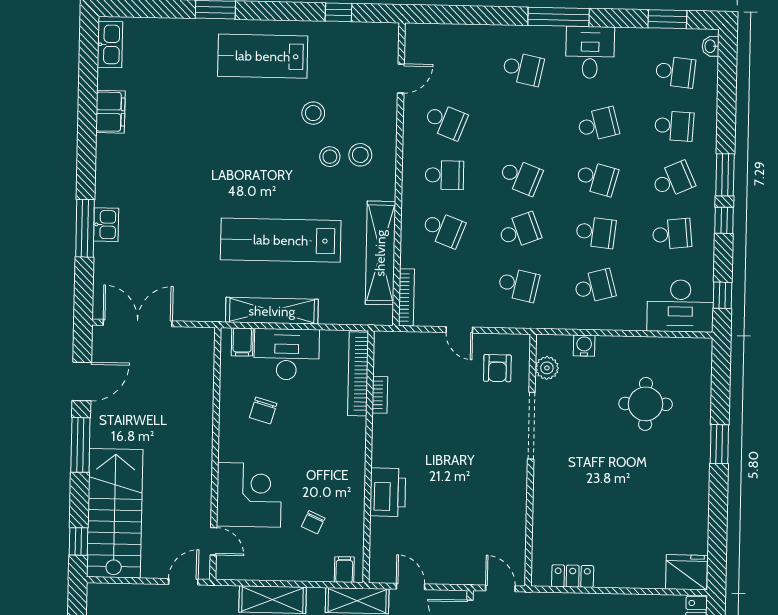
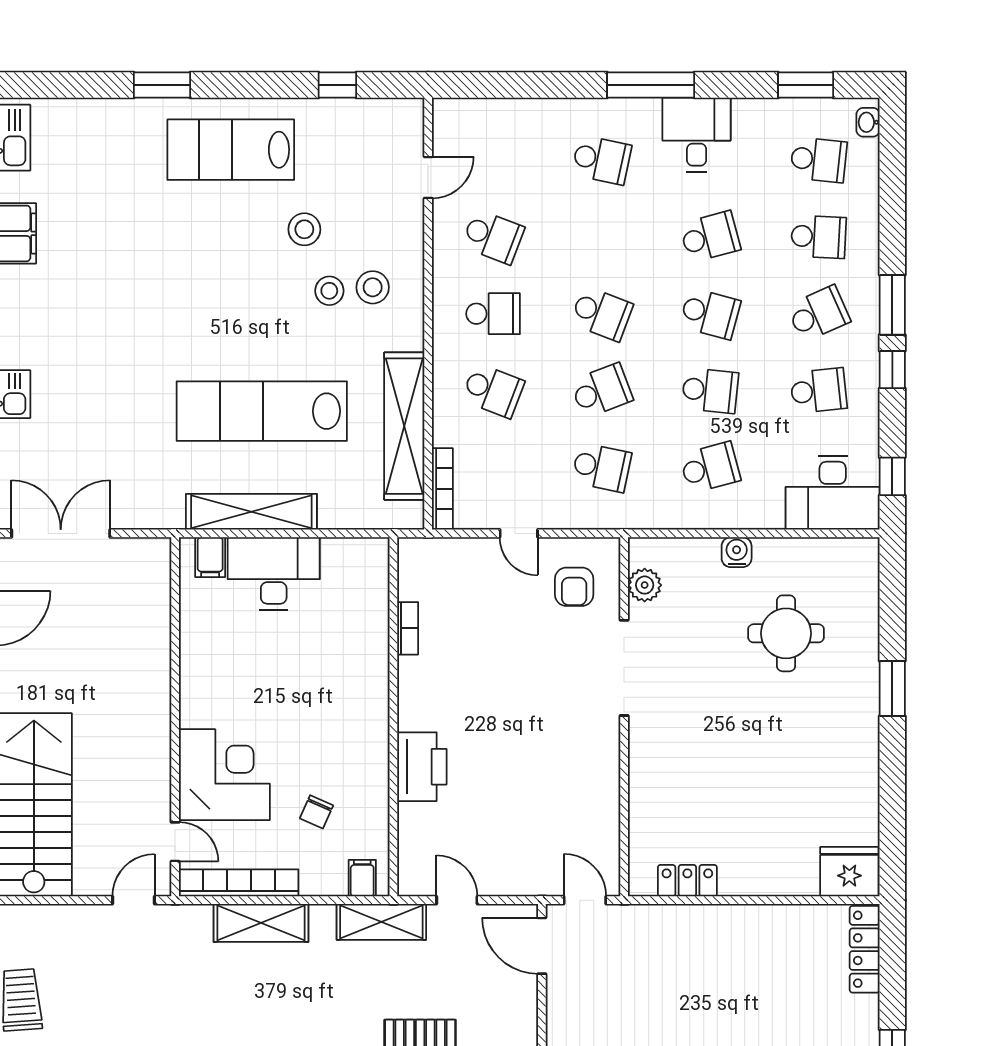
water cooler: (584, 346) -> (737, 552), moved
bookcase: (358, 374) -> (239, 883), moved, turned 90
chair: (263, 411) -> (242, 654), removed

